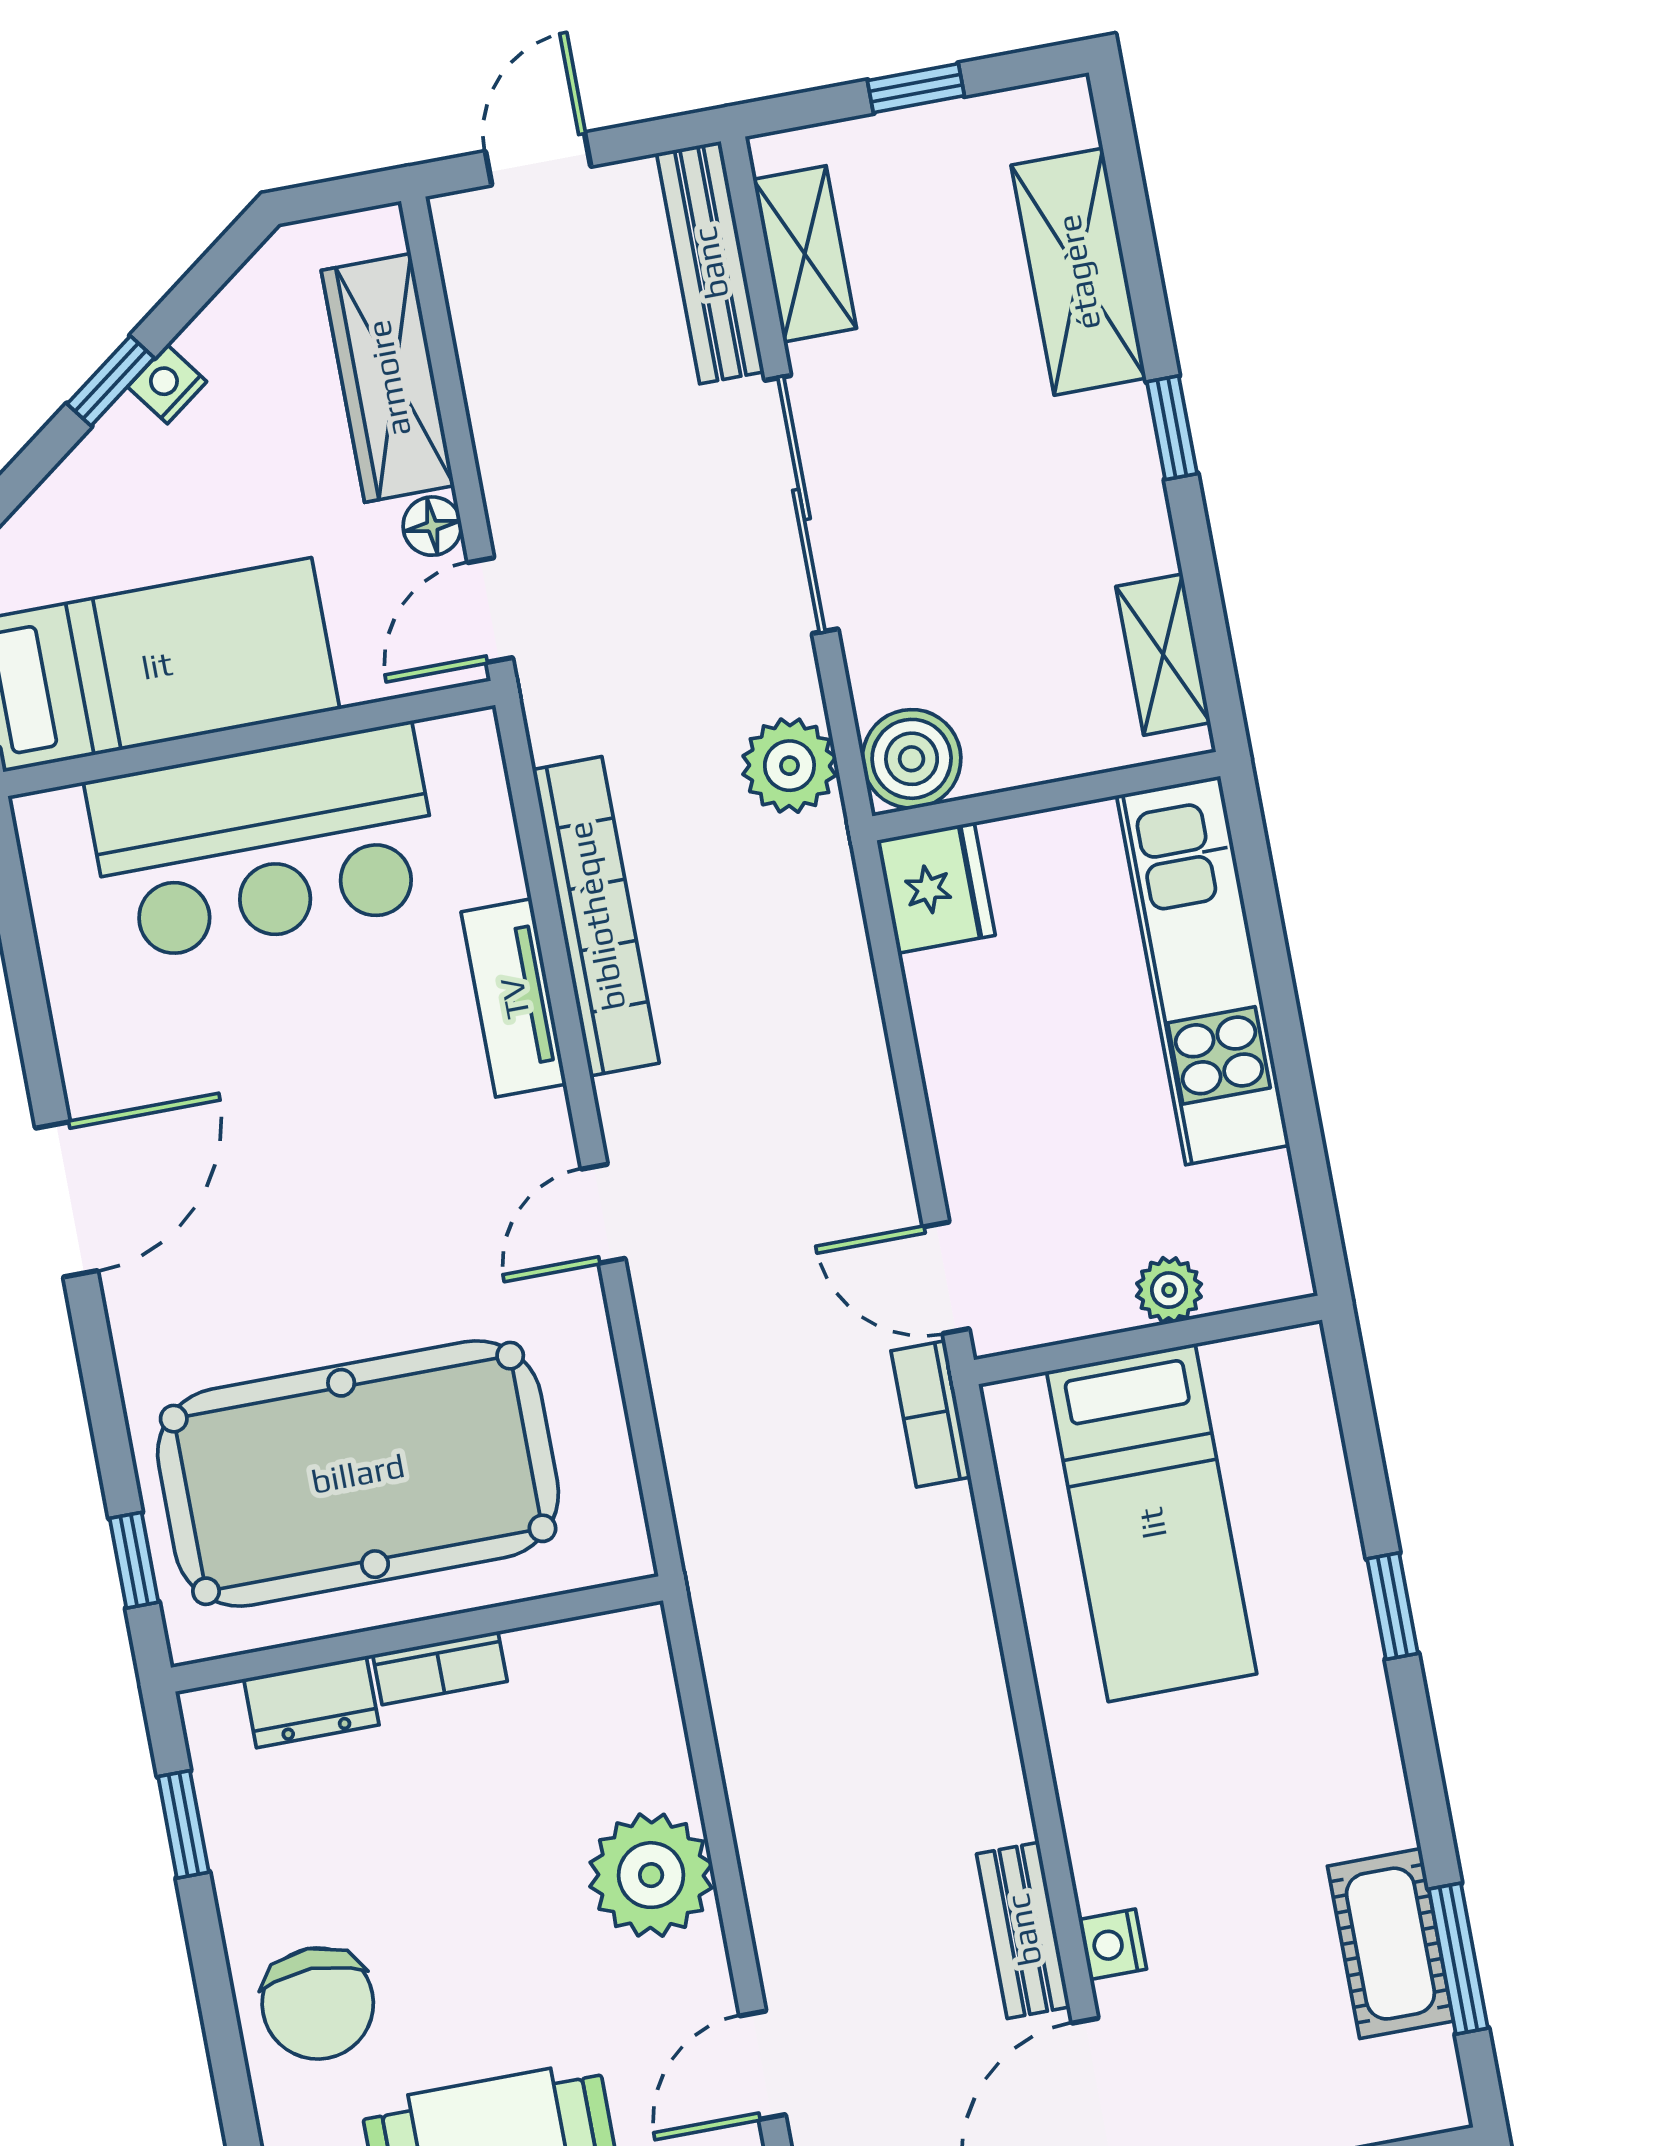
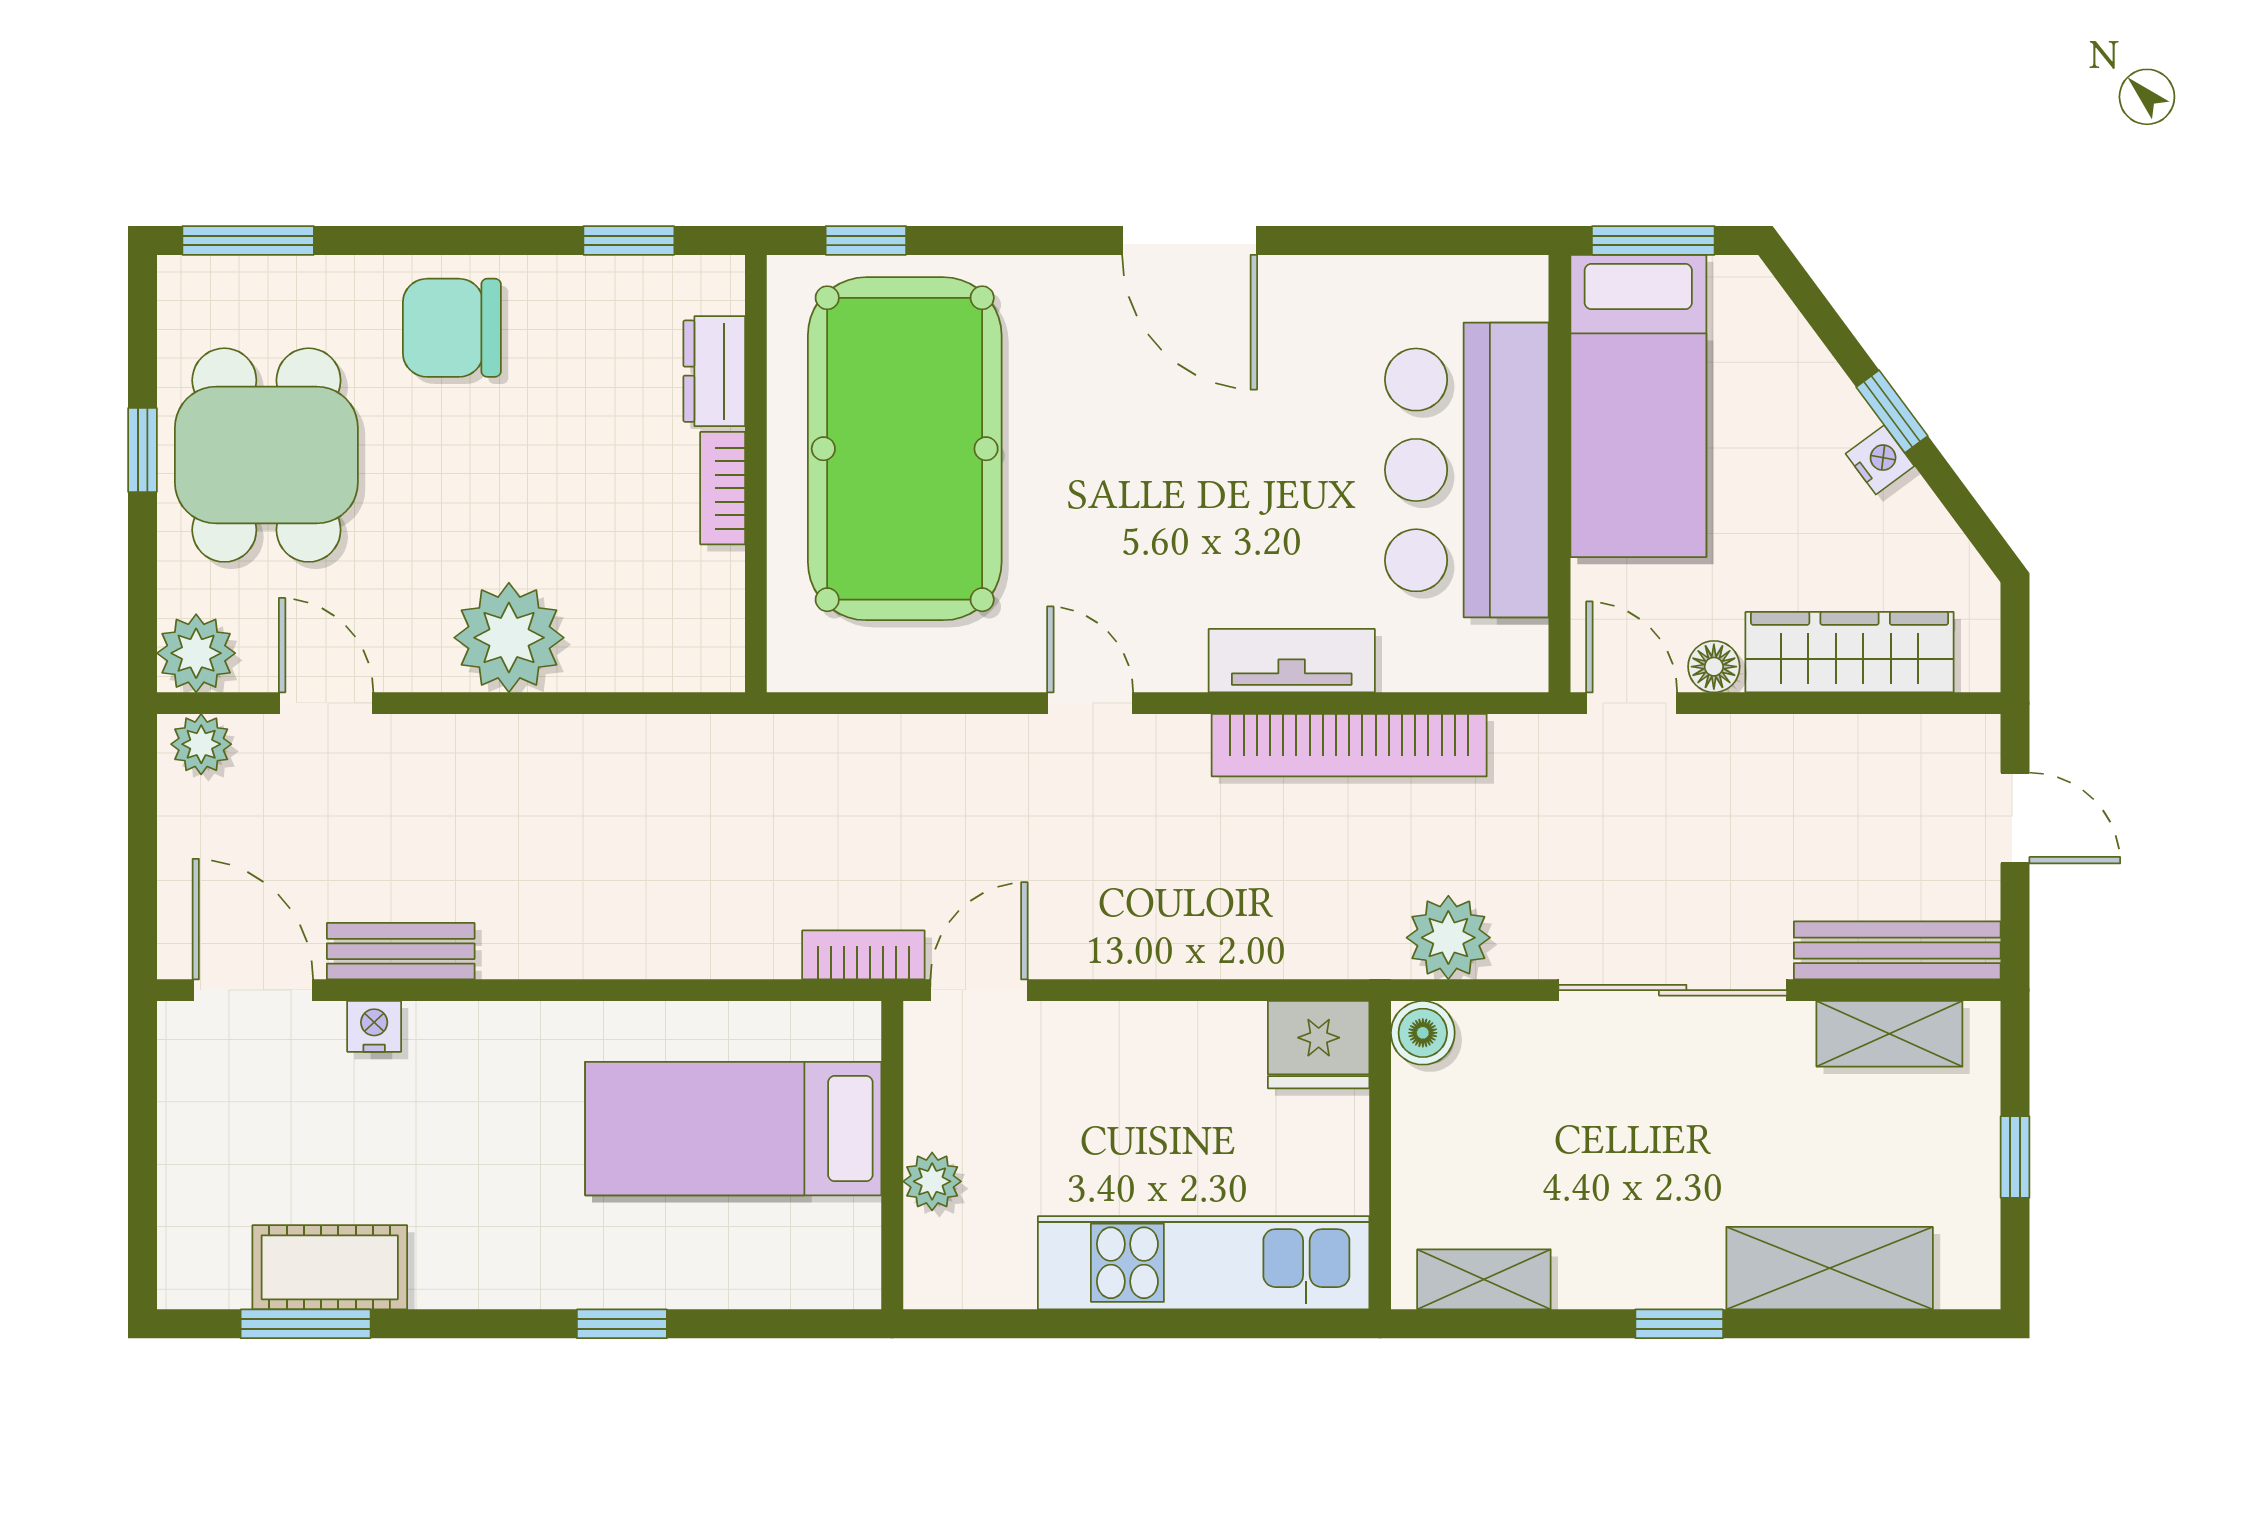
boiler: (912, 759) -> (1423, 1033), width x0.73, depth x0.73

